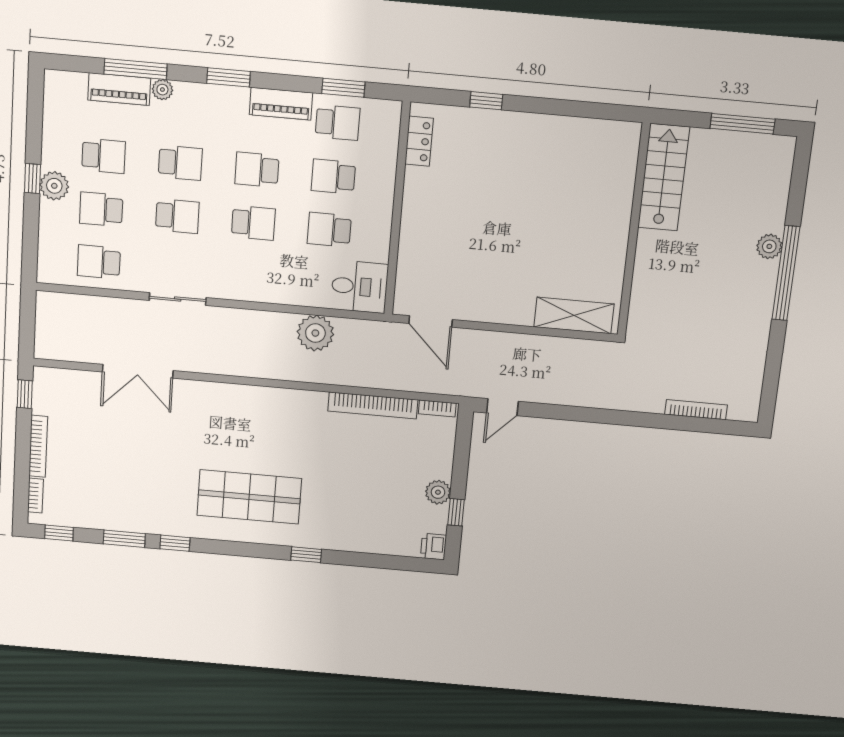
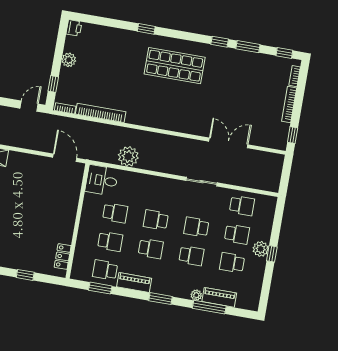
school desk: (180, 163) -> (191, 256), turned 180
window: (456, 512) -> (53, 84), moved

